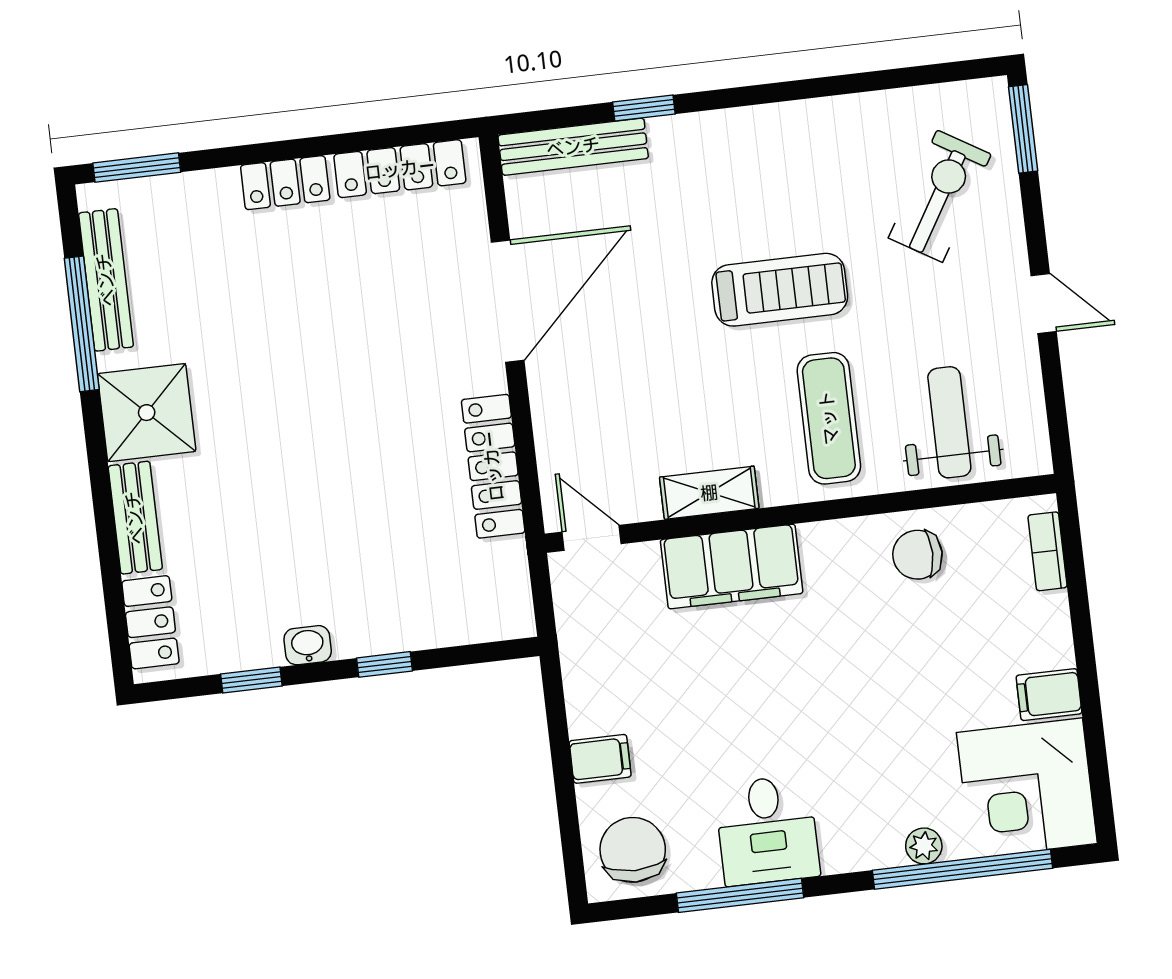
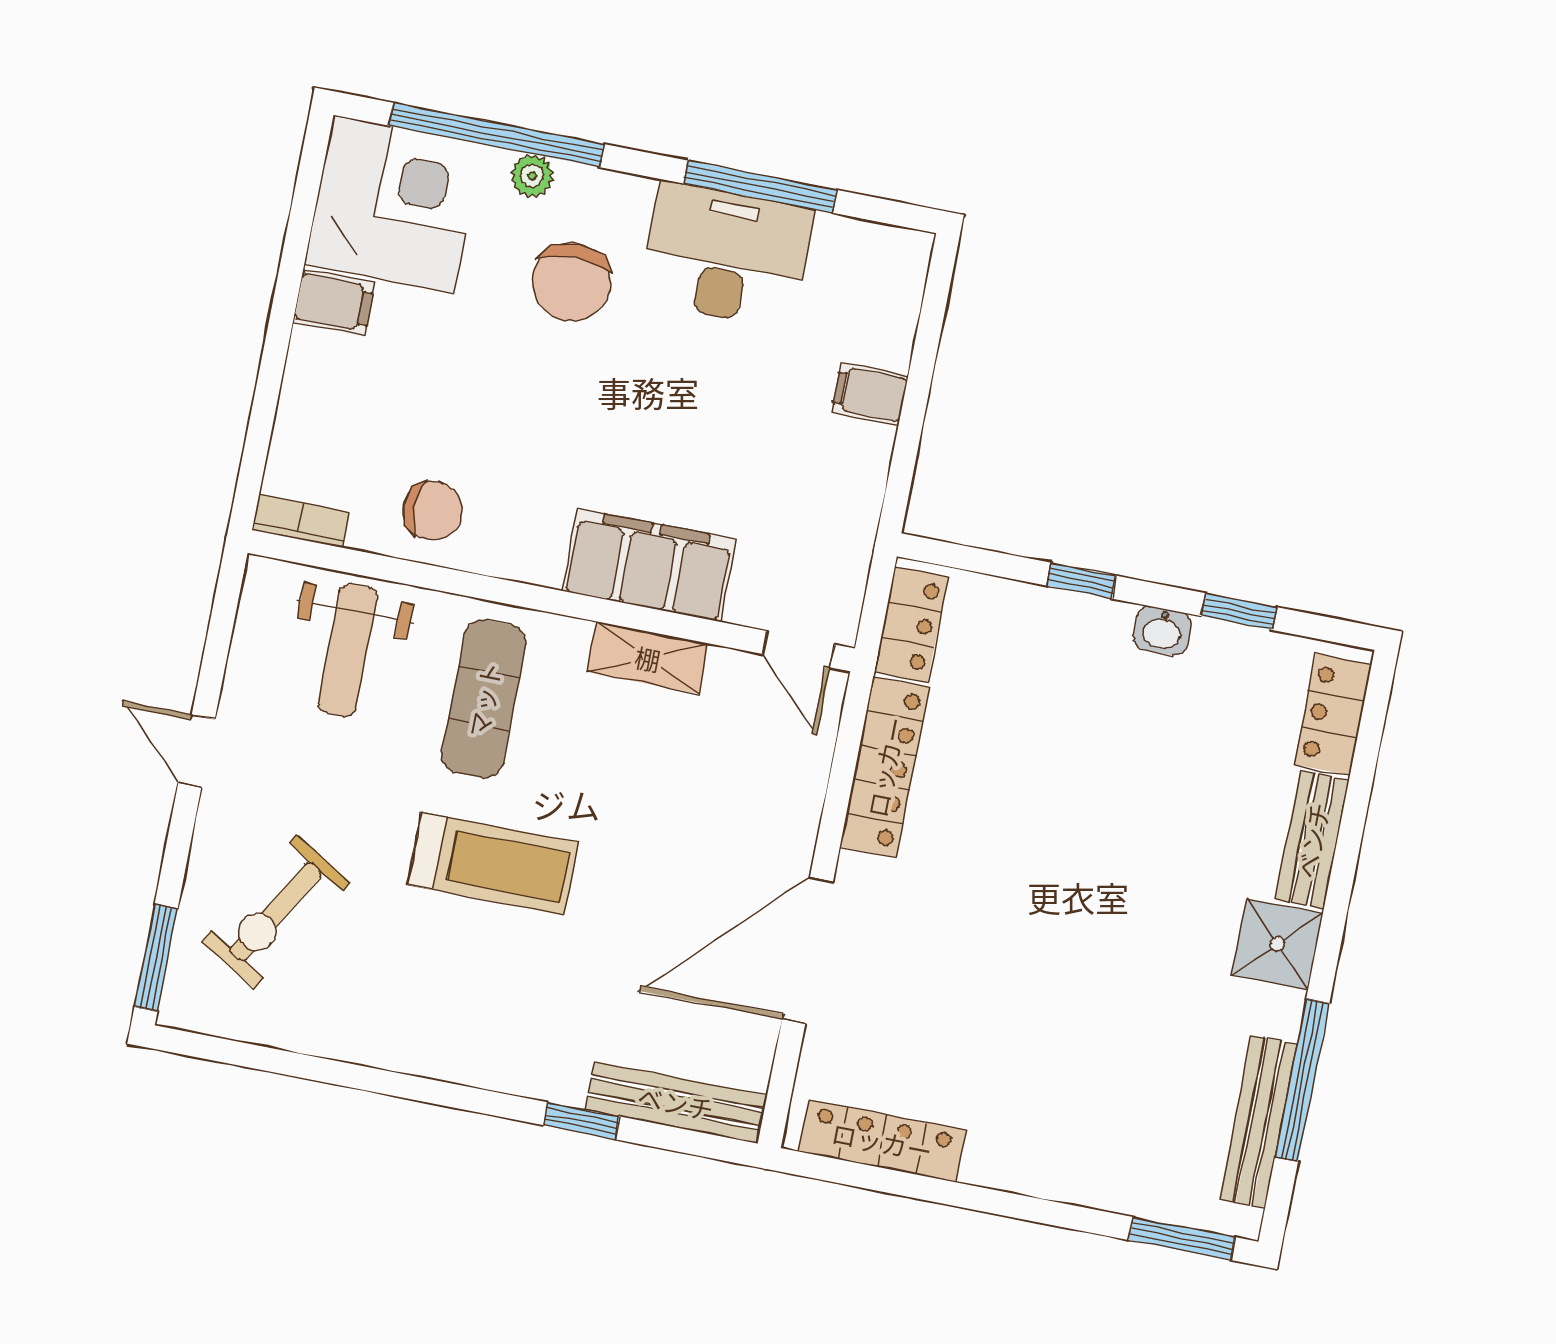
locker: (285, 183) -> (911, 624), moved, turned 90
treadmill: (780, 290) -> (493, 864), turned 180
shower: (147, 413) -> (1277, 944), width x0.73, depth x0.73
bookcase: (1048, 551) -> (300, 521), moved, turned -90
desk: (767, 830) -> (726, 255), width x1.37
chair: (633, 850) -> (571, 282), moved

